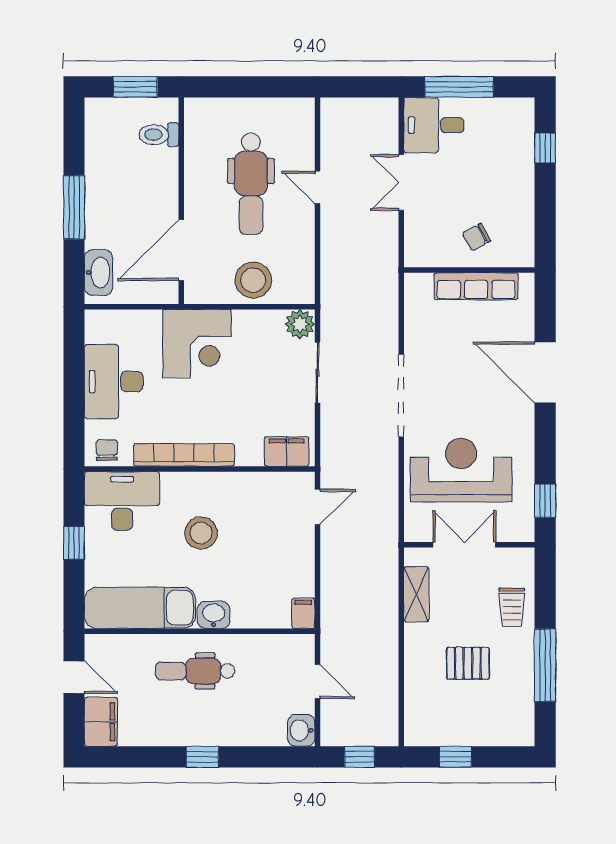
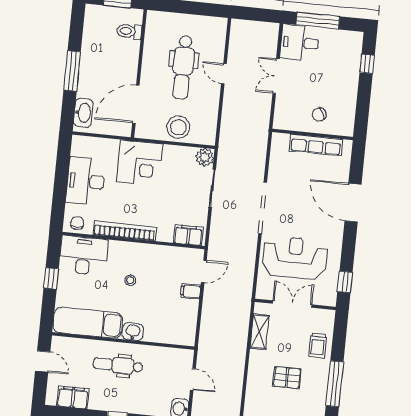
stool: (201, 533) -> (130, 280), width x0.53, depth x0.53
filing cabinet: (303, 613) -> (191, 291), moved, turned -90
filing cabinet: (101, 722) -> (73, 397), moved, turned -90

